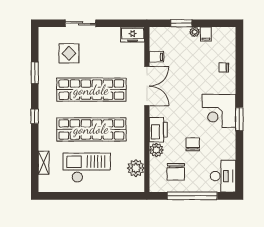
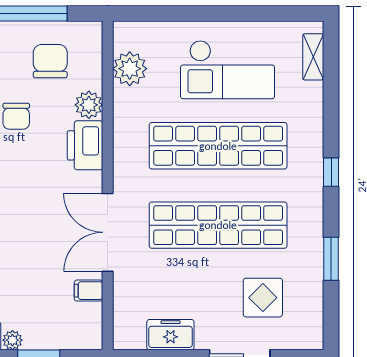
freezer: (133, 35) -> (170, 335), moved
shelving: (44, 163) -> (313, 57), moved

